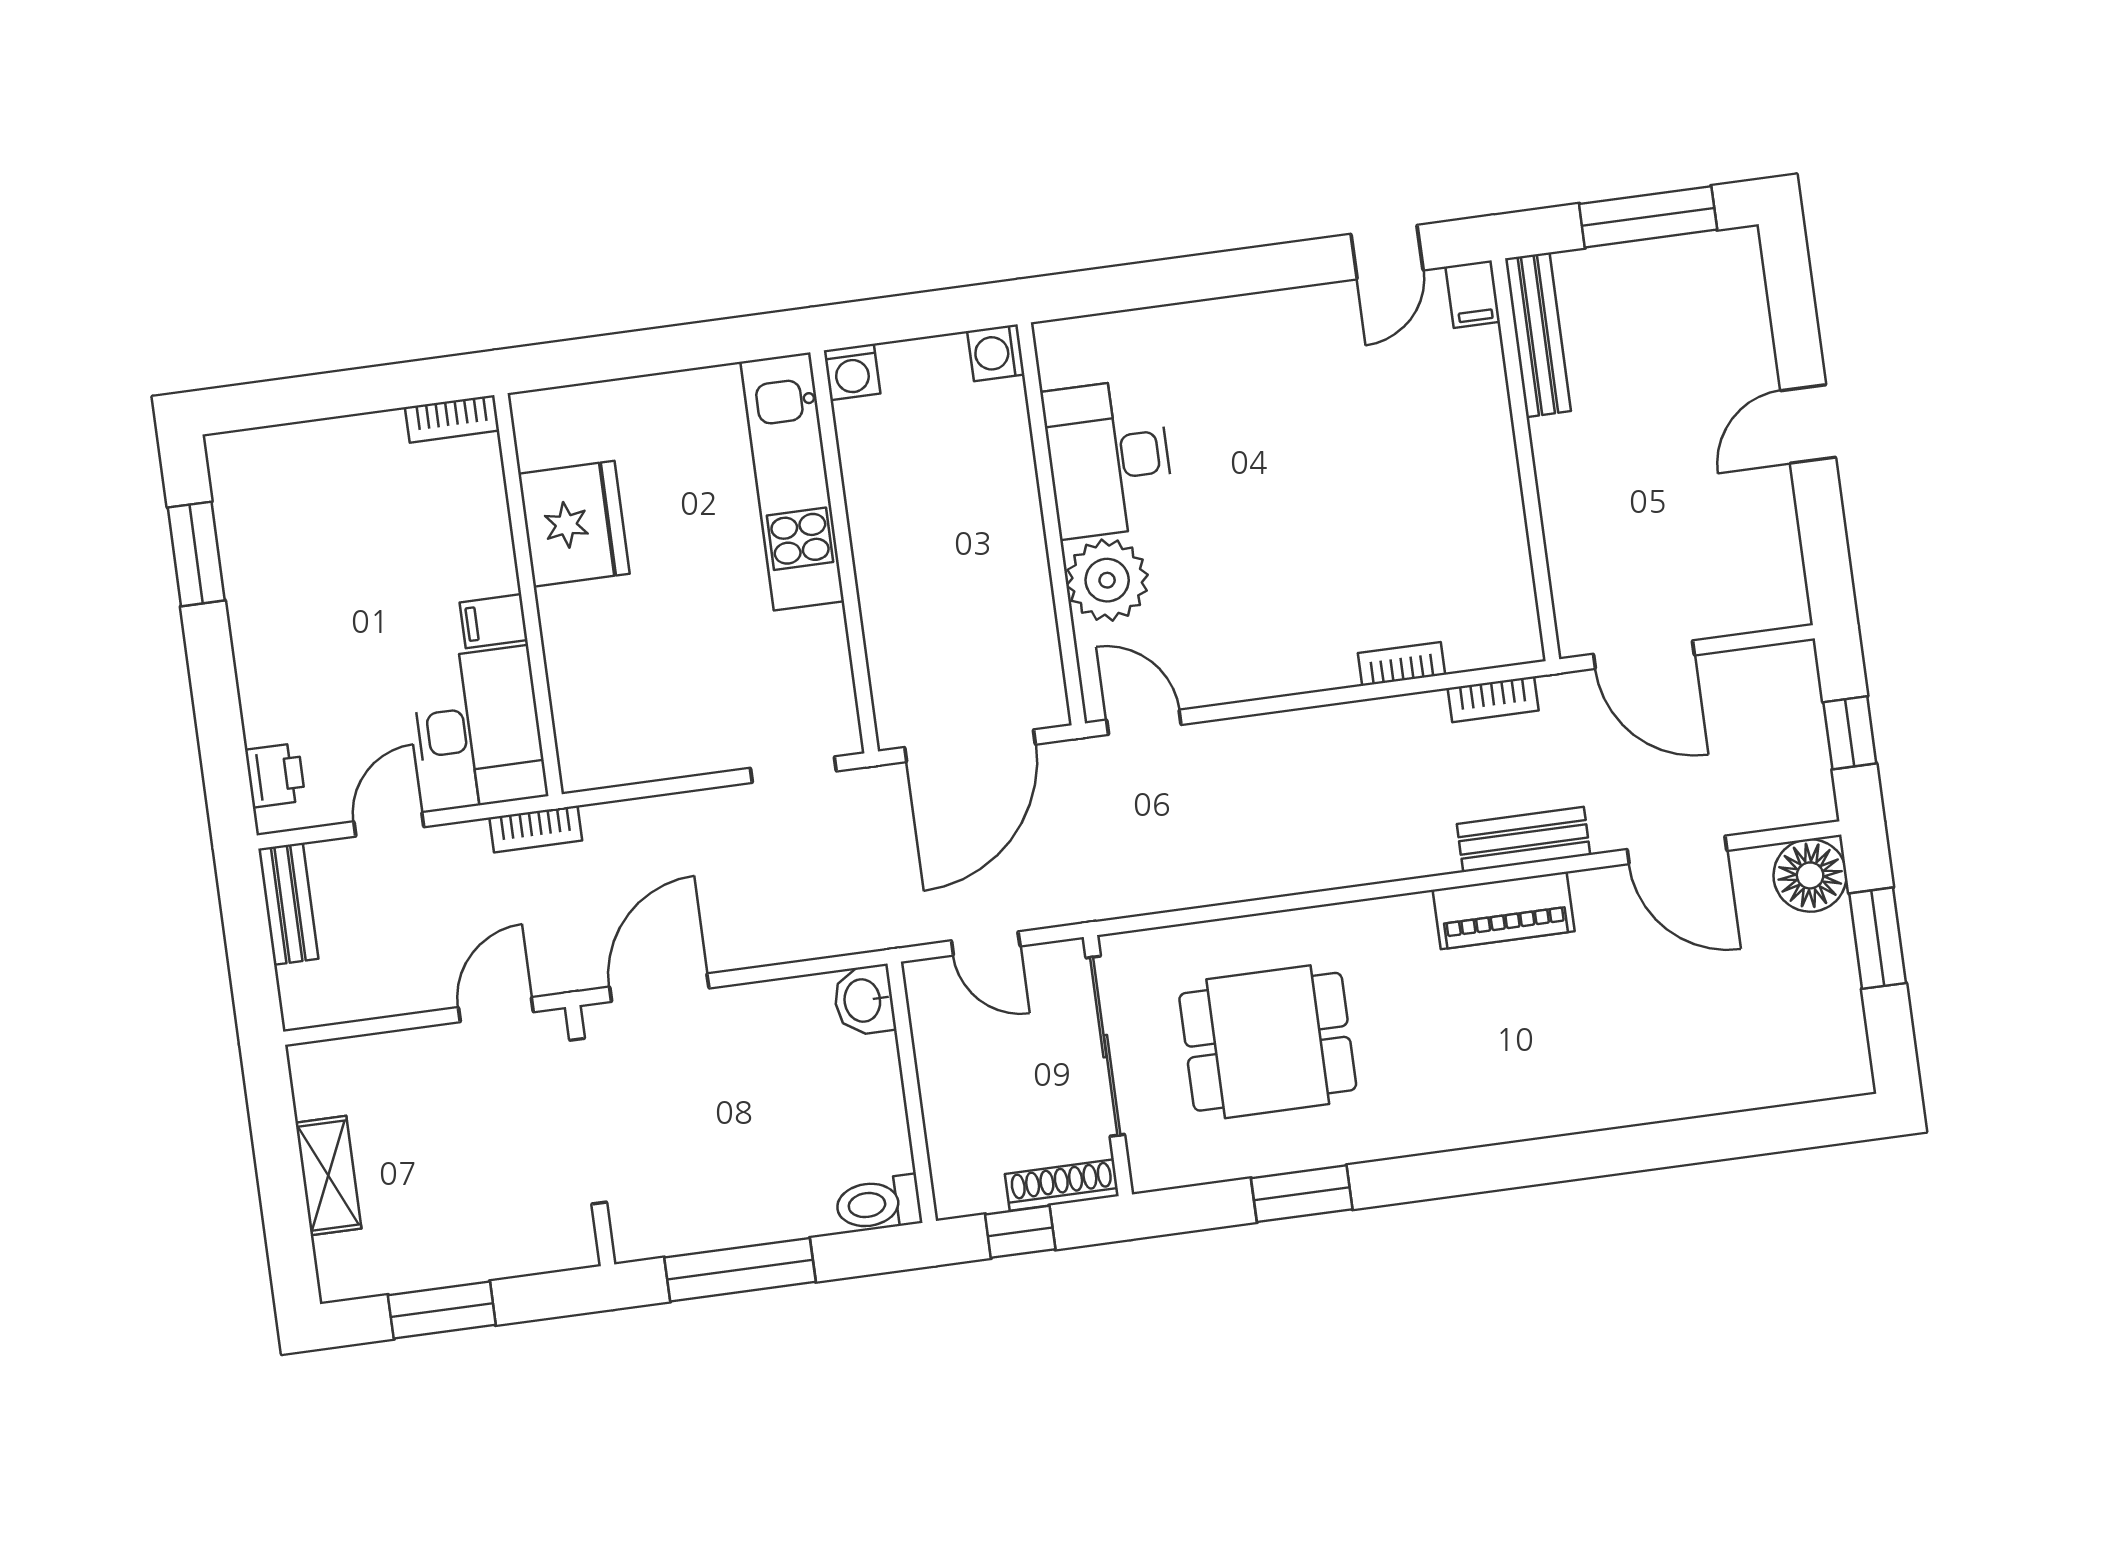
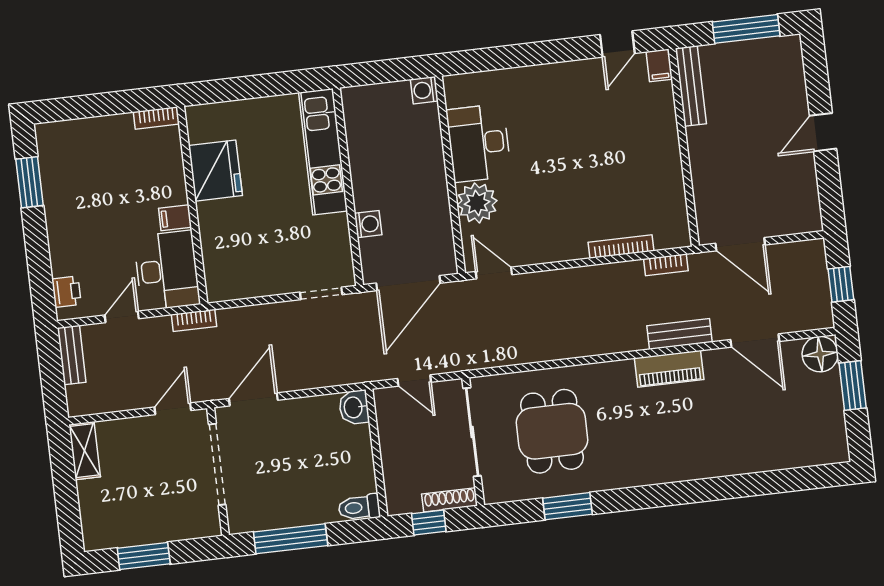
washing machine: (852, 372) -> (368, 224), moved, turned -90
bookcase: (1401, 664) -> (621, 247), width x1.56
dining table: (1268, 1042) -> (552, 431), turned 90
shelving: (328, 1176) -> (85, 451), moved

